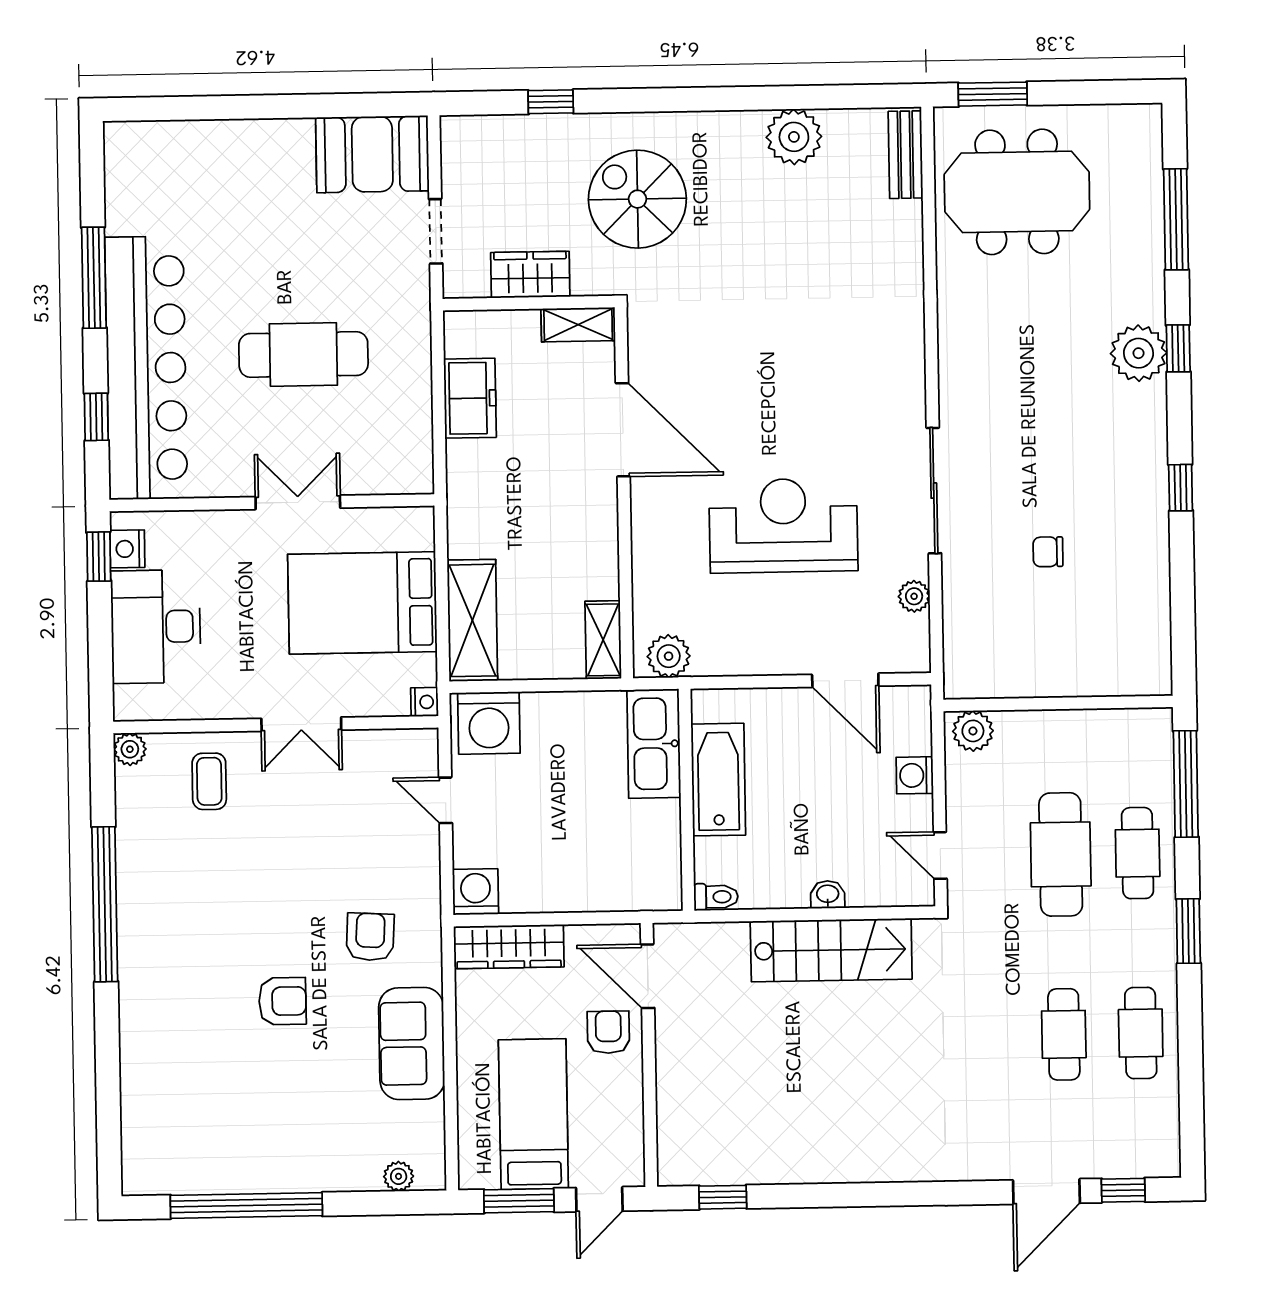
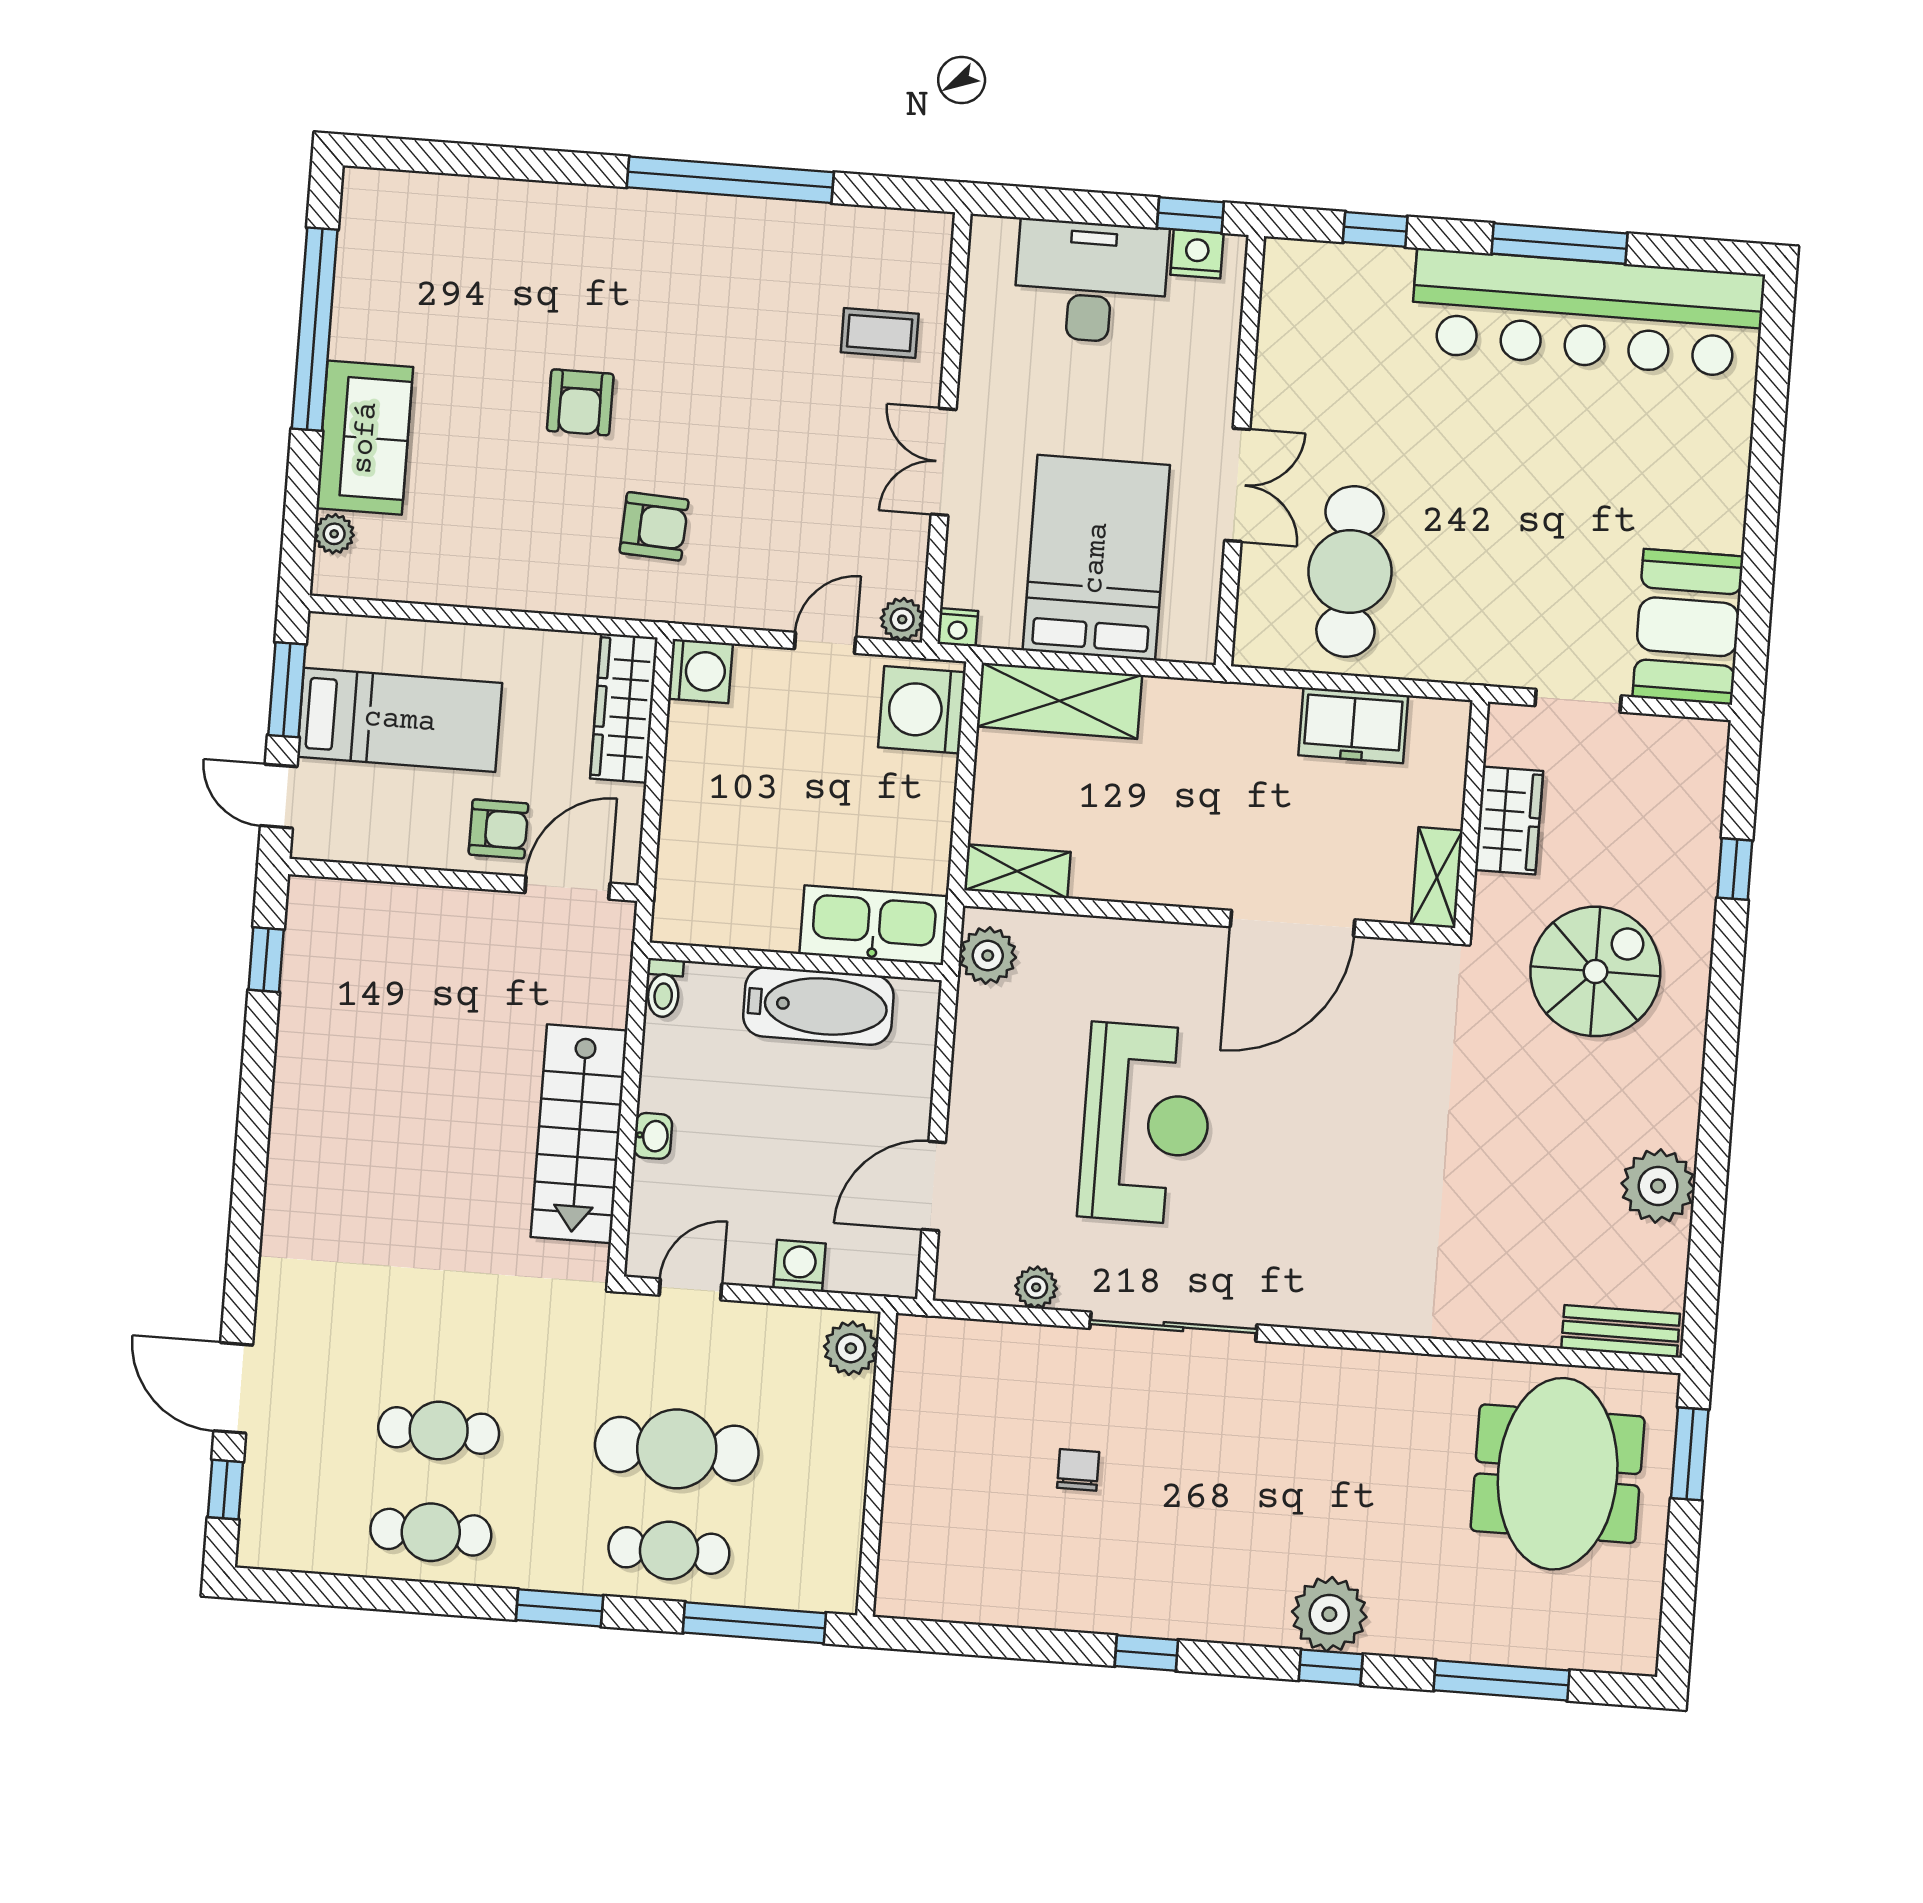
cafe table: (303, 354) -> (1350, 571), moved
bar counter: (146, 368) -> (1587, 313), moved
plant: (130, 749) -> (902, 619), moved
sofa: (412, 1043) -> (365, 438), moved, turned 90

